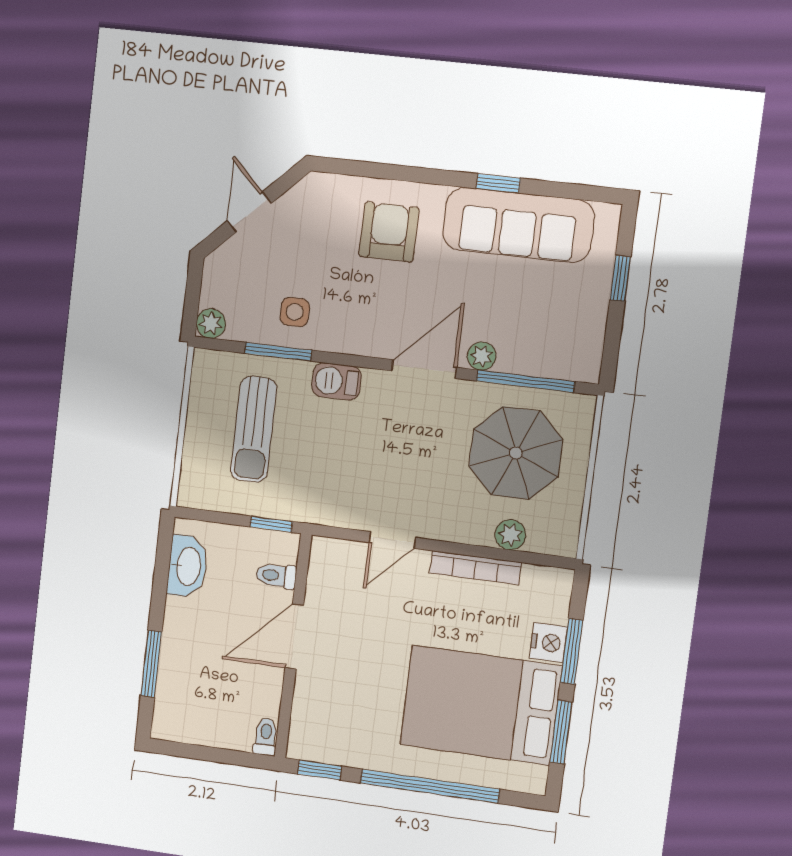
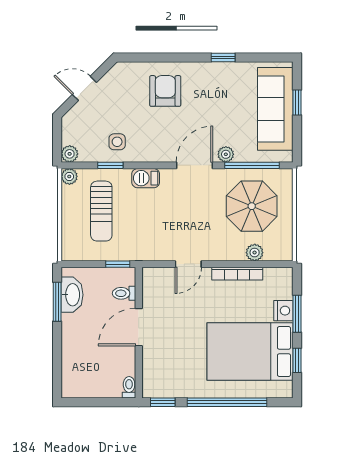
door: (249, 212) -> (84, 88), hinge flipped
sofa: (518, 225) -> (275, 109), moved, turned 90
window: (278, 352) -> (110, 165), width x0.67
plant: (206, 363) -> (69, 176), added
window: (151, 664) -> (57, 302), moved
window: (561, 732) -> (297, 360), width x0.67

